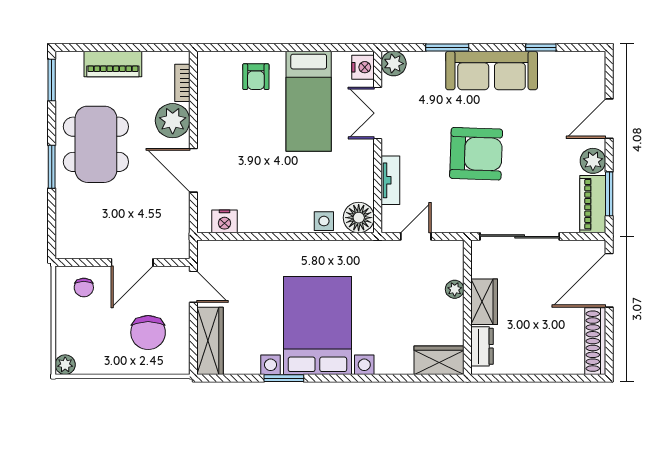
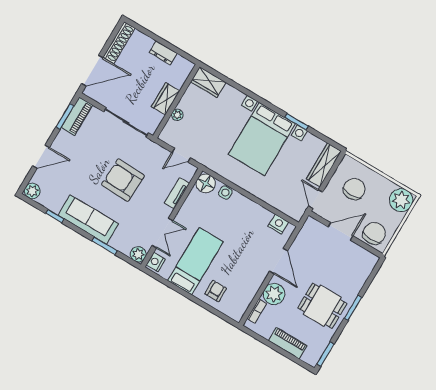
dining table: (96, 144) -> (322, 306), width x0.73
plant: (593, 161) -> (32, 191), moved
chair: (84, 288) -> (374, 233), width x1.87, depth x1.87
dresser: (482, 346) -> (163, 53), moved, turned -90
plant: (65, 365) -> (401, 200), width x1.88, depth x1.88

